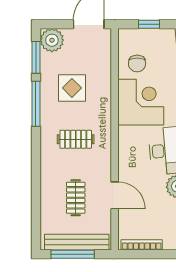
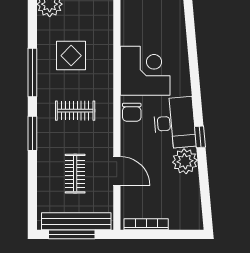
window: (36, 57) -> (32, 133), moved
chair: (137, 63) -> (132, 112), moved

